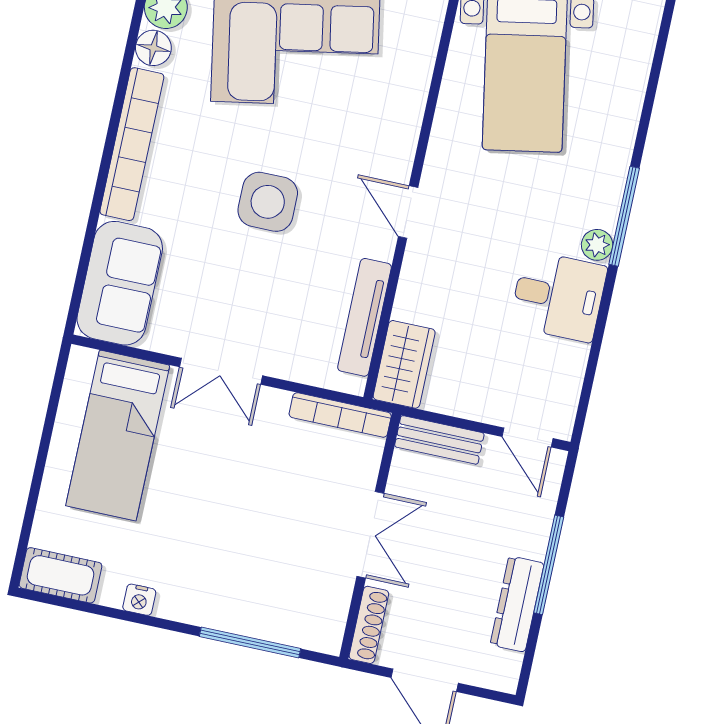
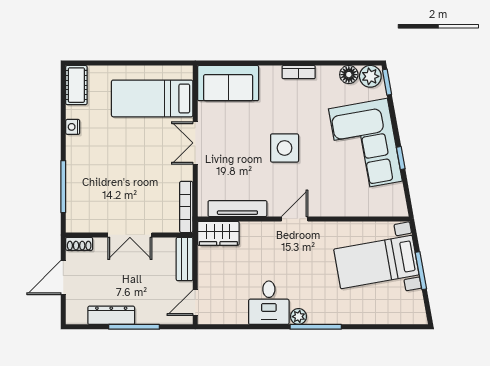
bookcase: (132, 144) -> (299, 72), width x0.43, depth x0.76
shoe rack: (369, 625) -> (79, 244), width x0.70

